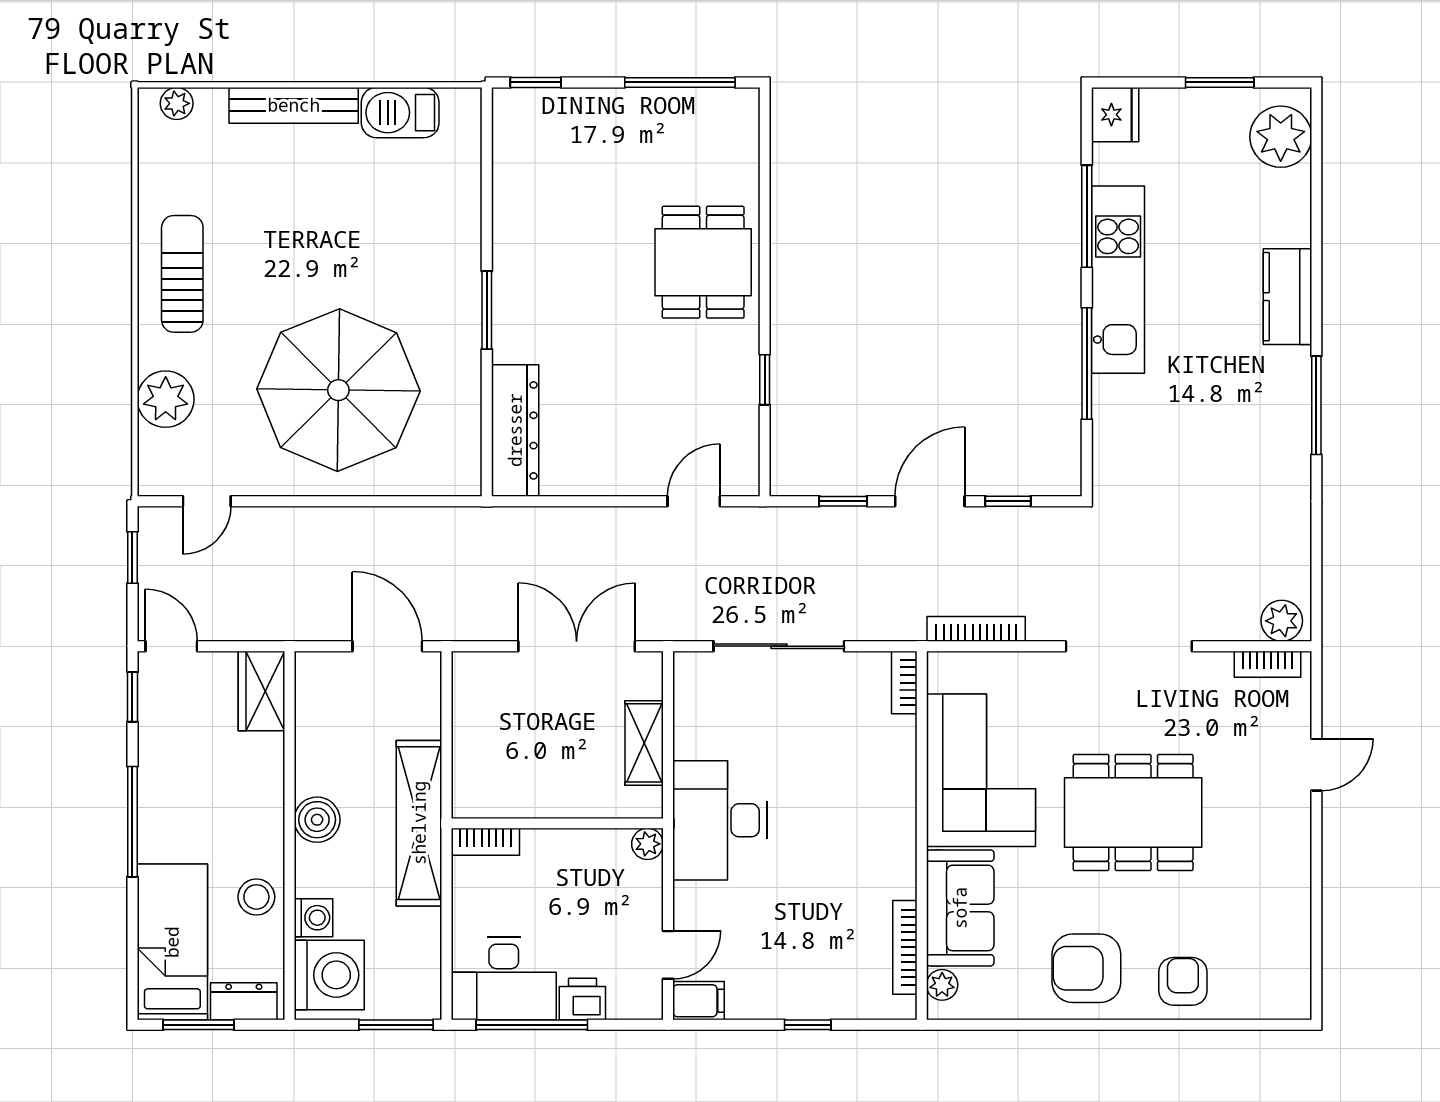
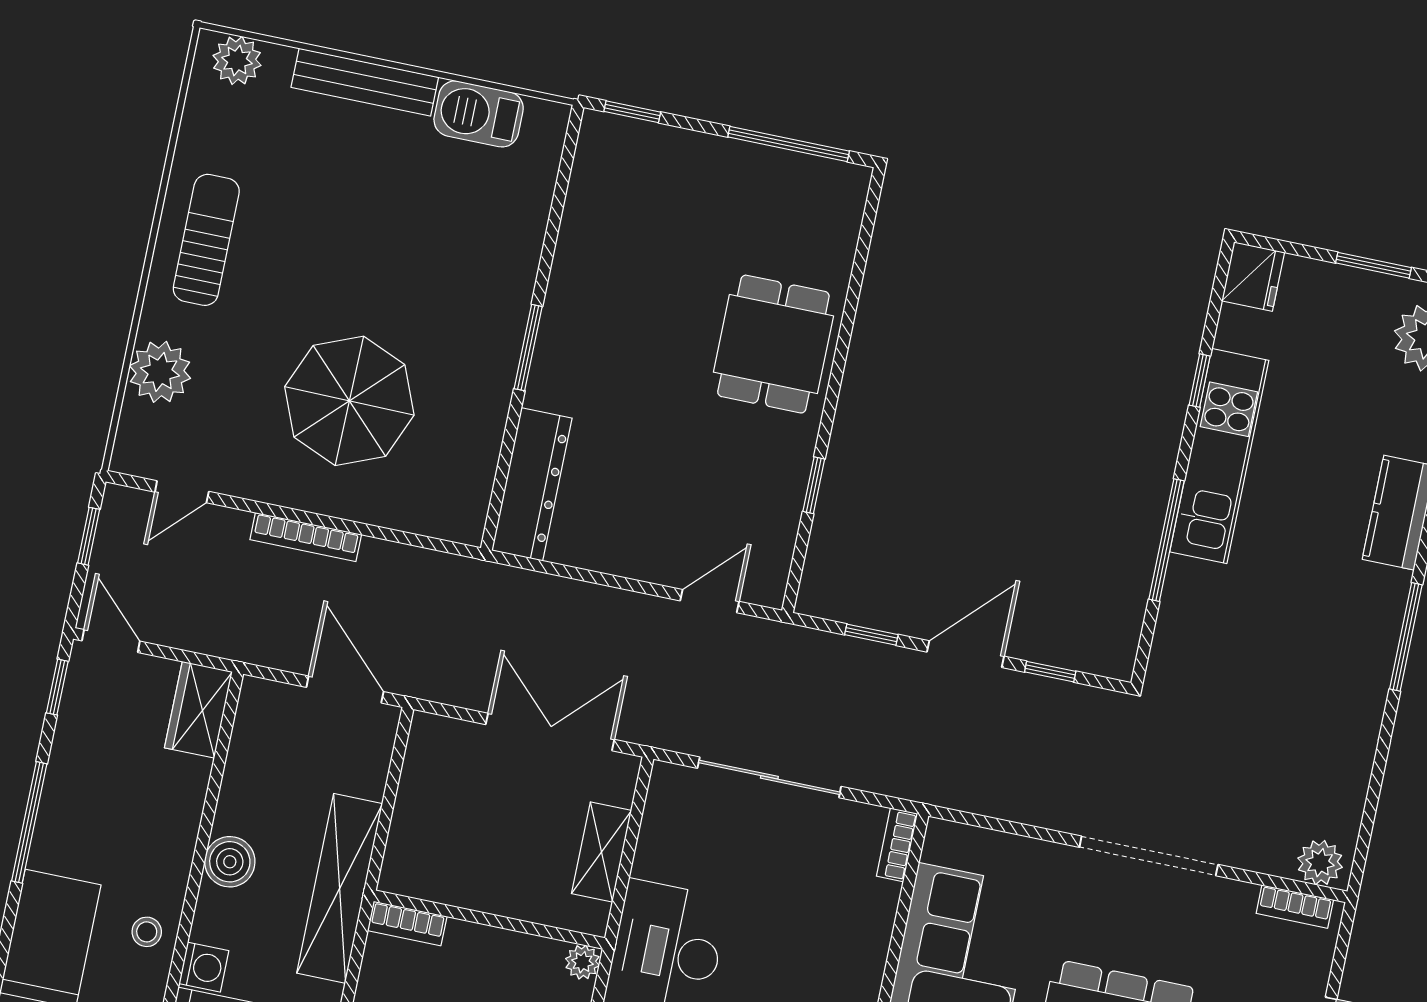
plant: (177, 103) -> (237, 60), width x1.38, depth x1.38
window: (1087, 216) -> (1200, 381), width x0.46
parasol: (338, 390) -> (349, 401), width x0.73, depth x0.73
bookcase: (976, 629) -> (306, 537), moved, turned 180
stool: (256, 897) -> (147, 932), width x0.73, depth x0.73

